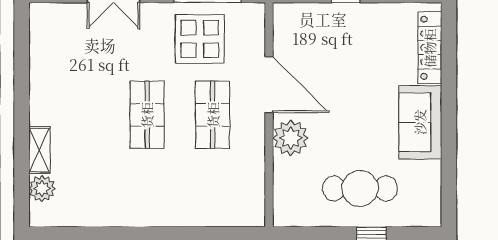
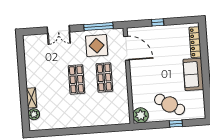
door: (269, 85) -> (127, 48), moved
plant: (291, 138) -> (141, 115), moved
cafe table: (360, 188) -> (170, 104), turned 31

